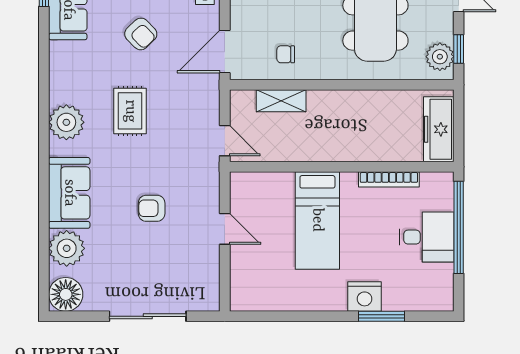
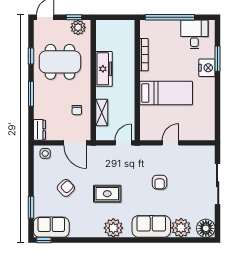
freezer: (439, 129) -> (104, 69), moved, turned -90
desk: (427, 237) -> (194, 34), moved

